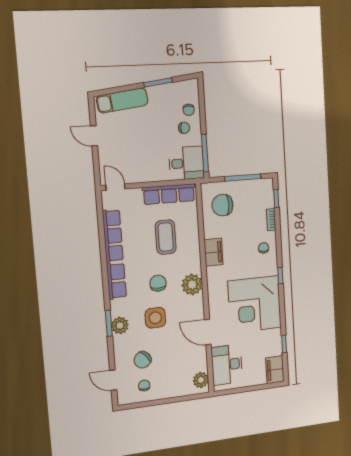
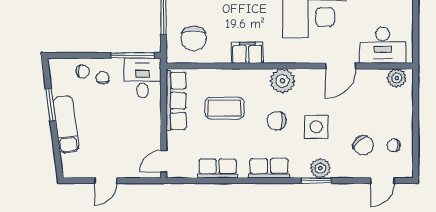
exam couch: (122, 100) -> (66, 124), moved
row of seats: (113, 236) -> (218, 168), width x0.68

